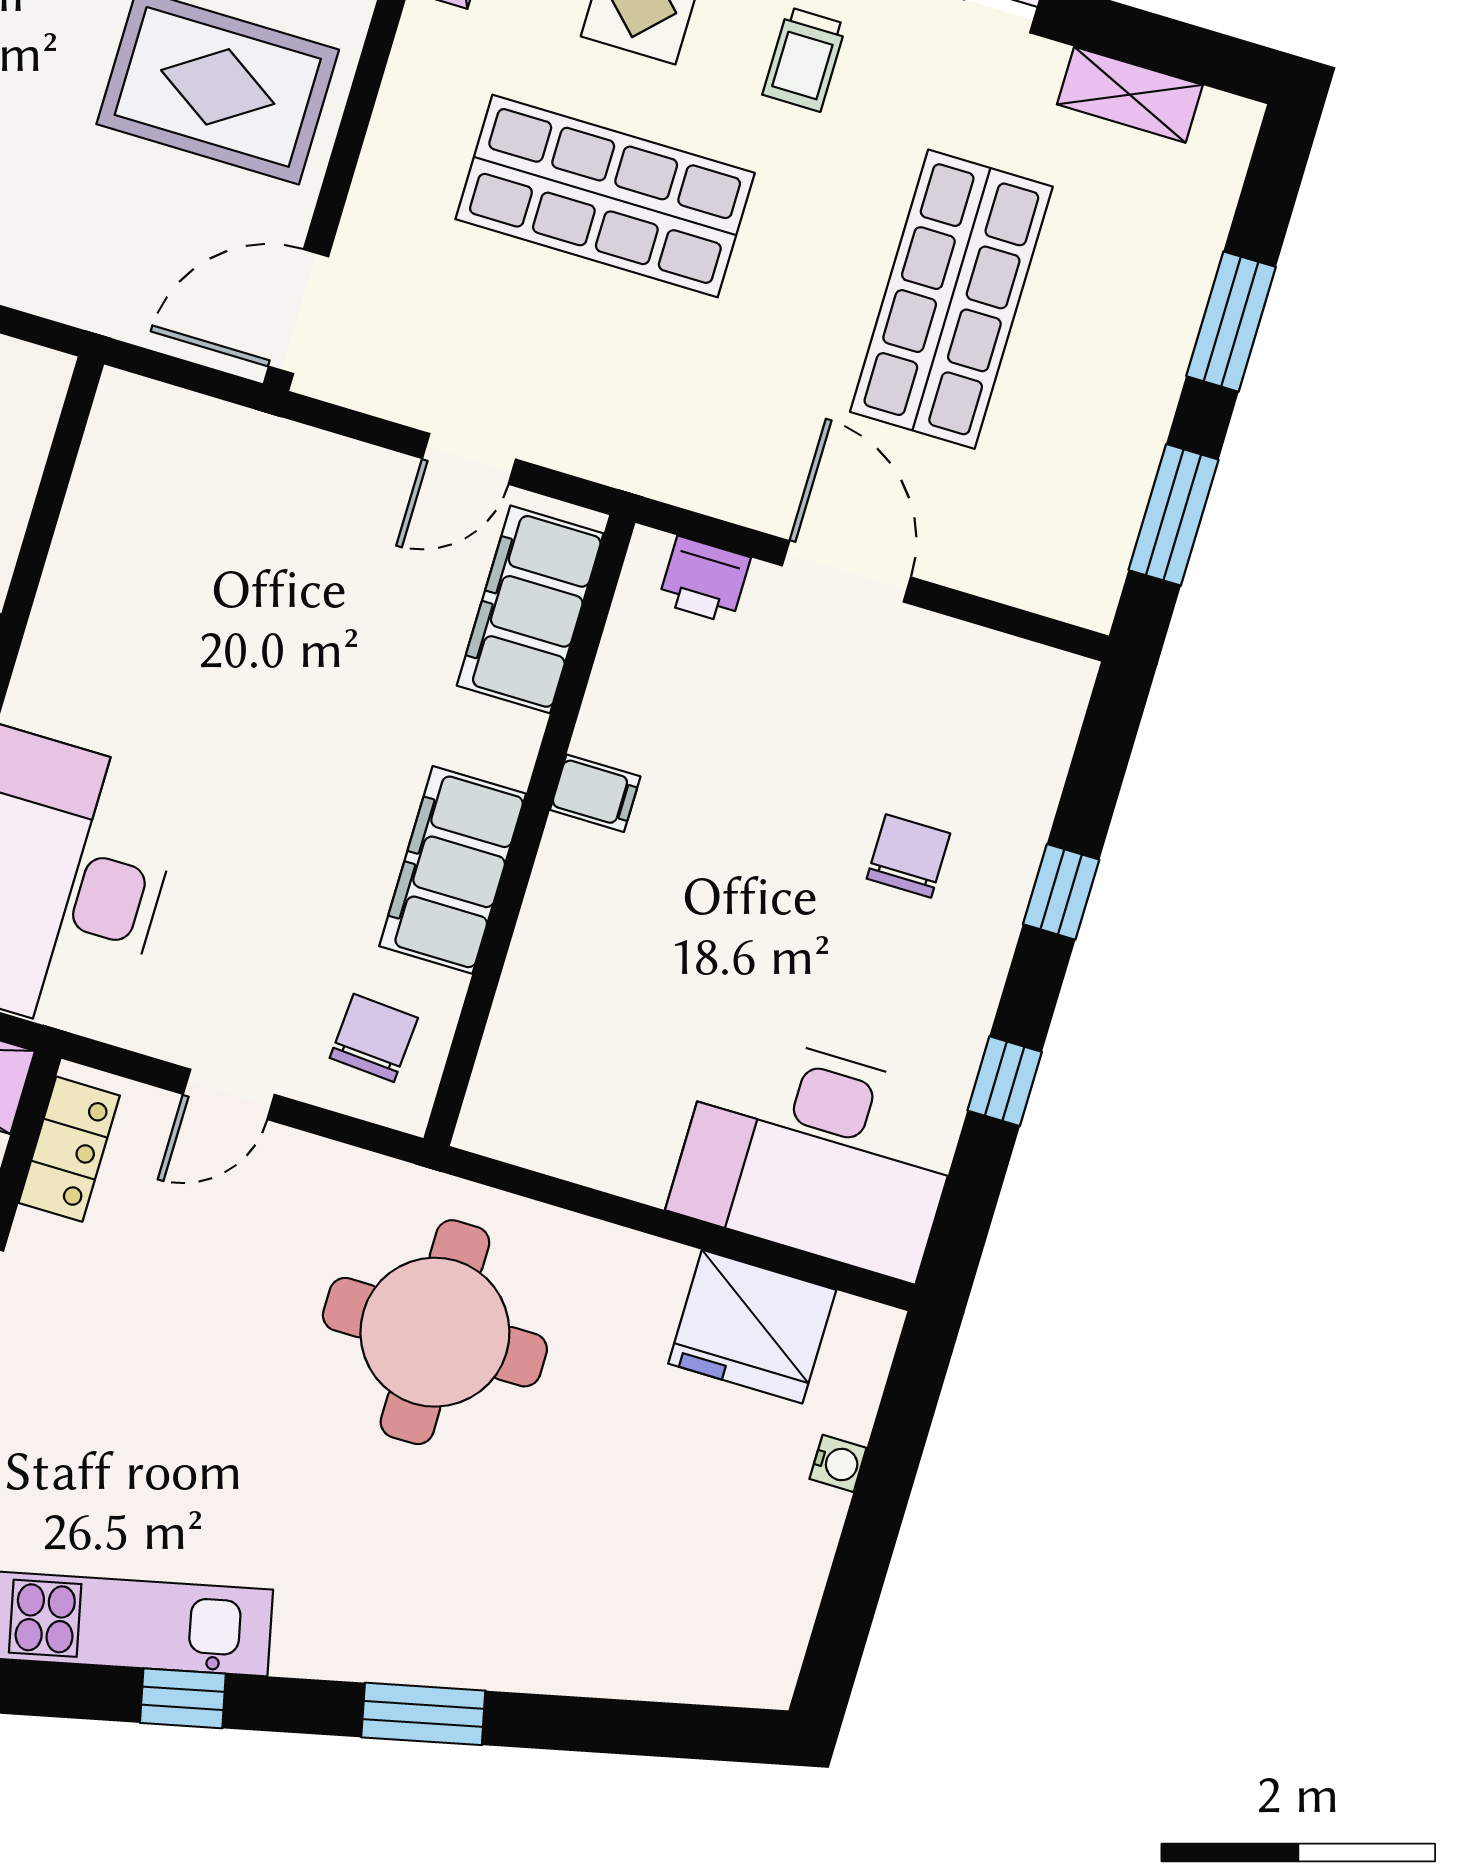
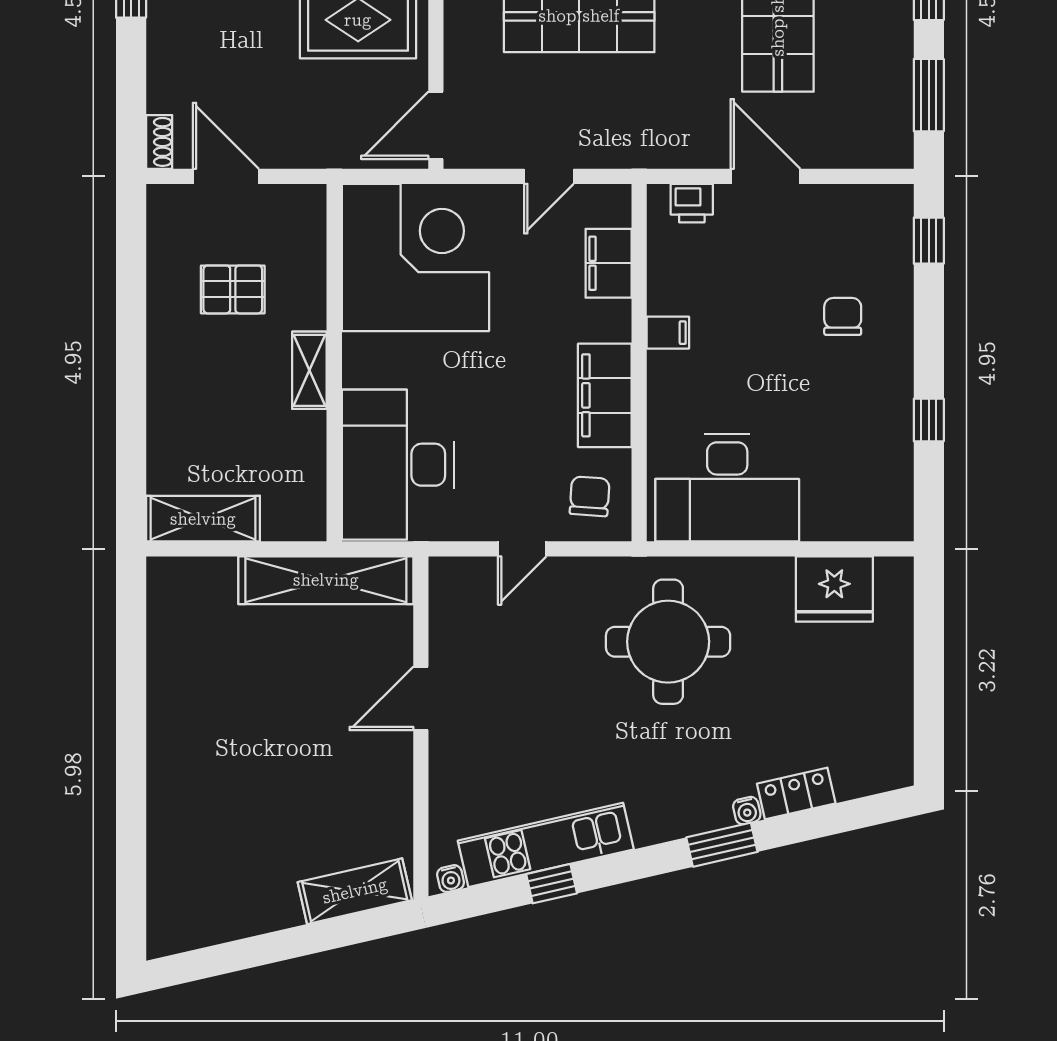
corner desk: (194, 531) -> (415, 257), added
filing cabinet: (530, 609) -> (609, 263), width x0.67, depth x0.86
window: (1061, 892) -> (929, 241), moved
locker: (69, 1149) -> (796, 794), moved, turned -103
desk: (818, 1154) -> (727, 487), moved
water cooler: (838, 1463) -> (747, 811), moved, turned 77
window: (183, 1698) -> (552, 884), moved

